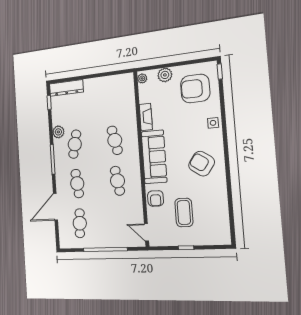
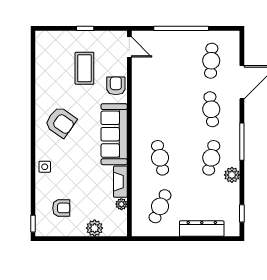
plant: (142, 78) -> (121, 204), moved
dresser: (66, 88) -> (202, 229), moved
armchair: (195, 88) -> (61, 208), width x0.53, depth x0.53
cafe table: (117, 181) -> (160, 206), moved, turned 33

